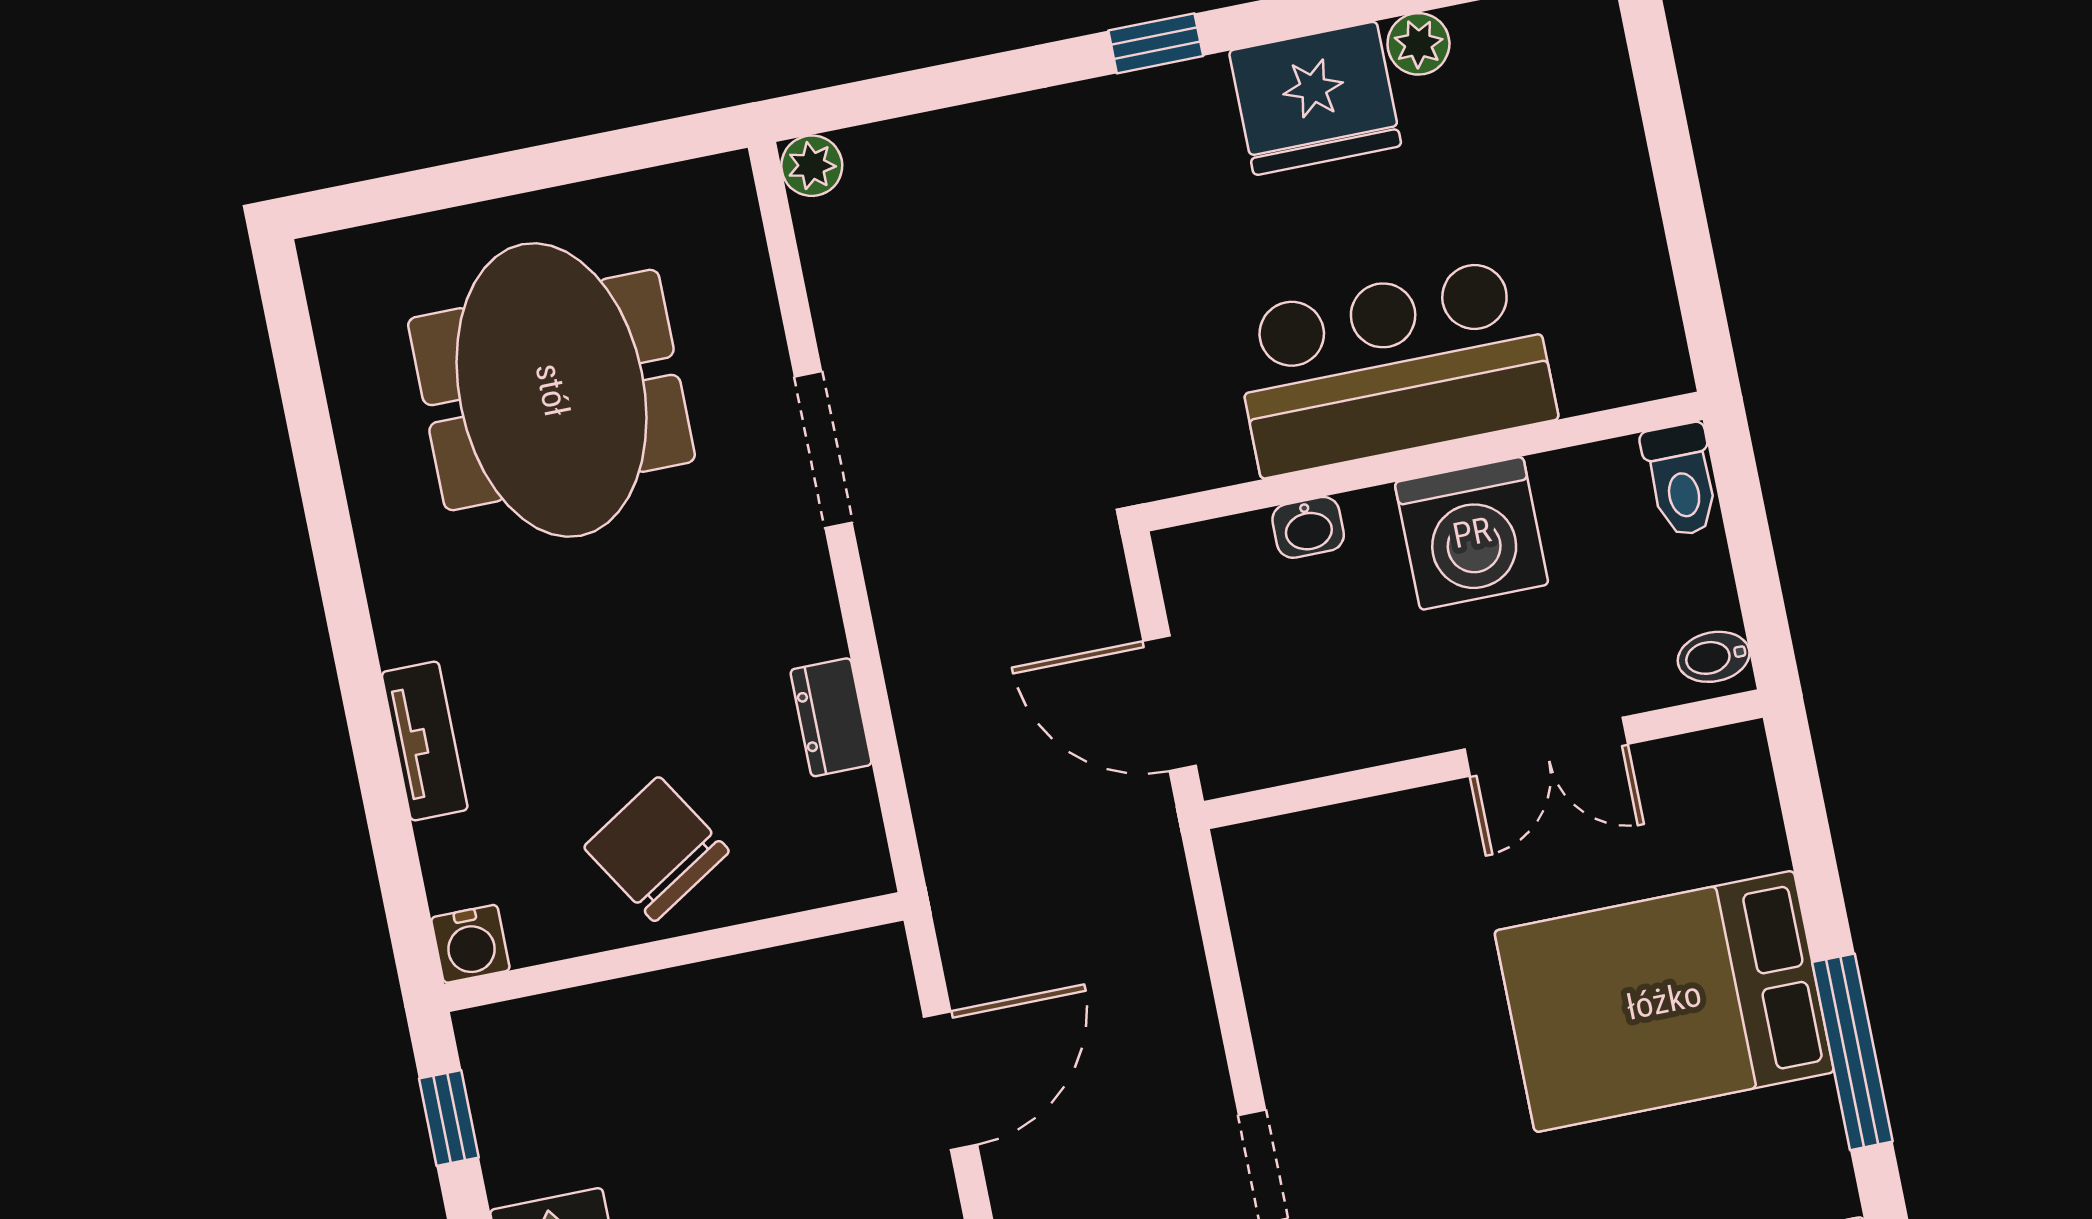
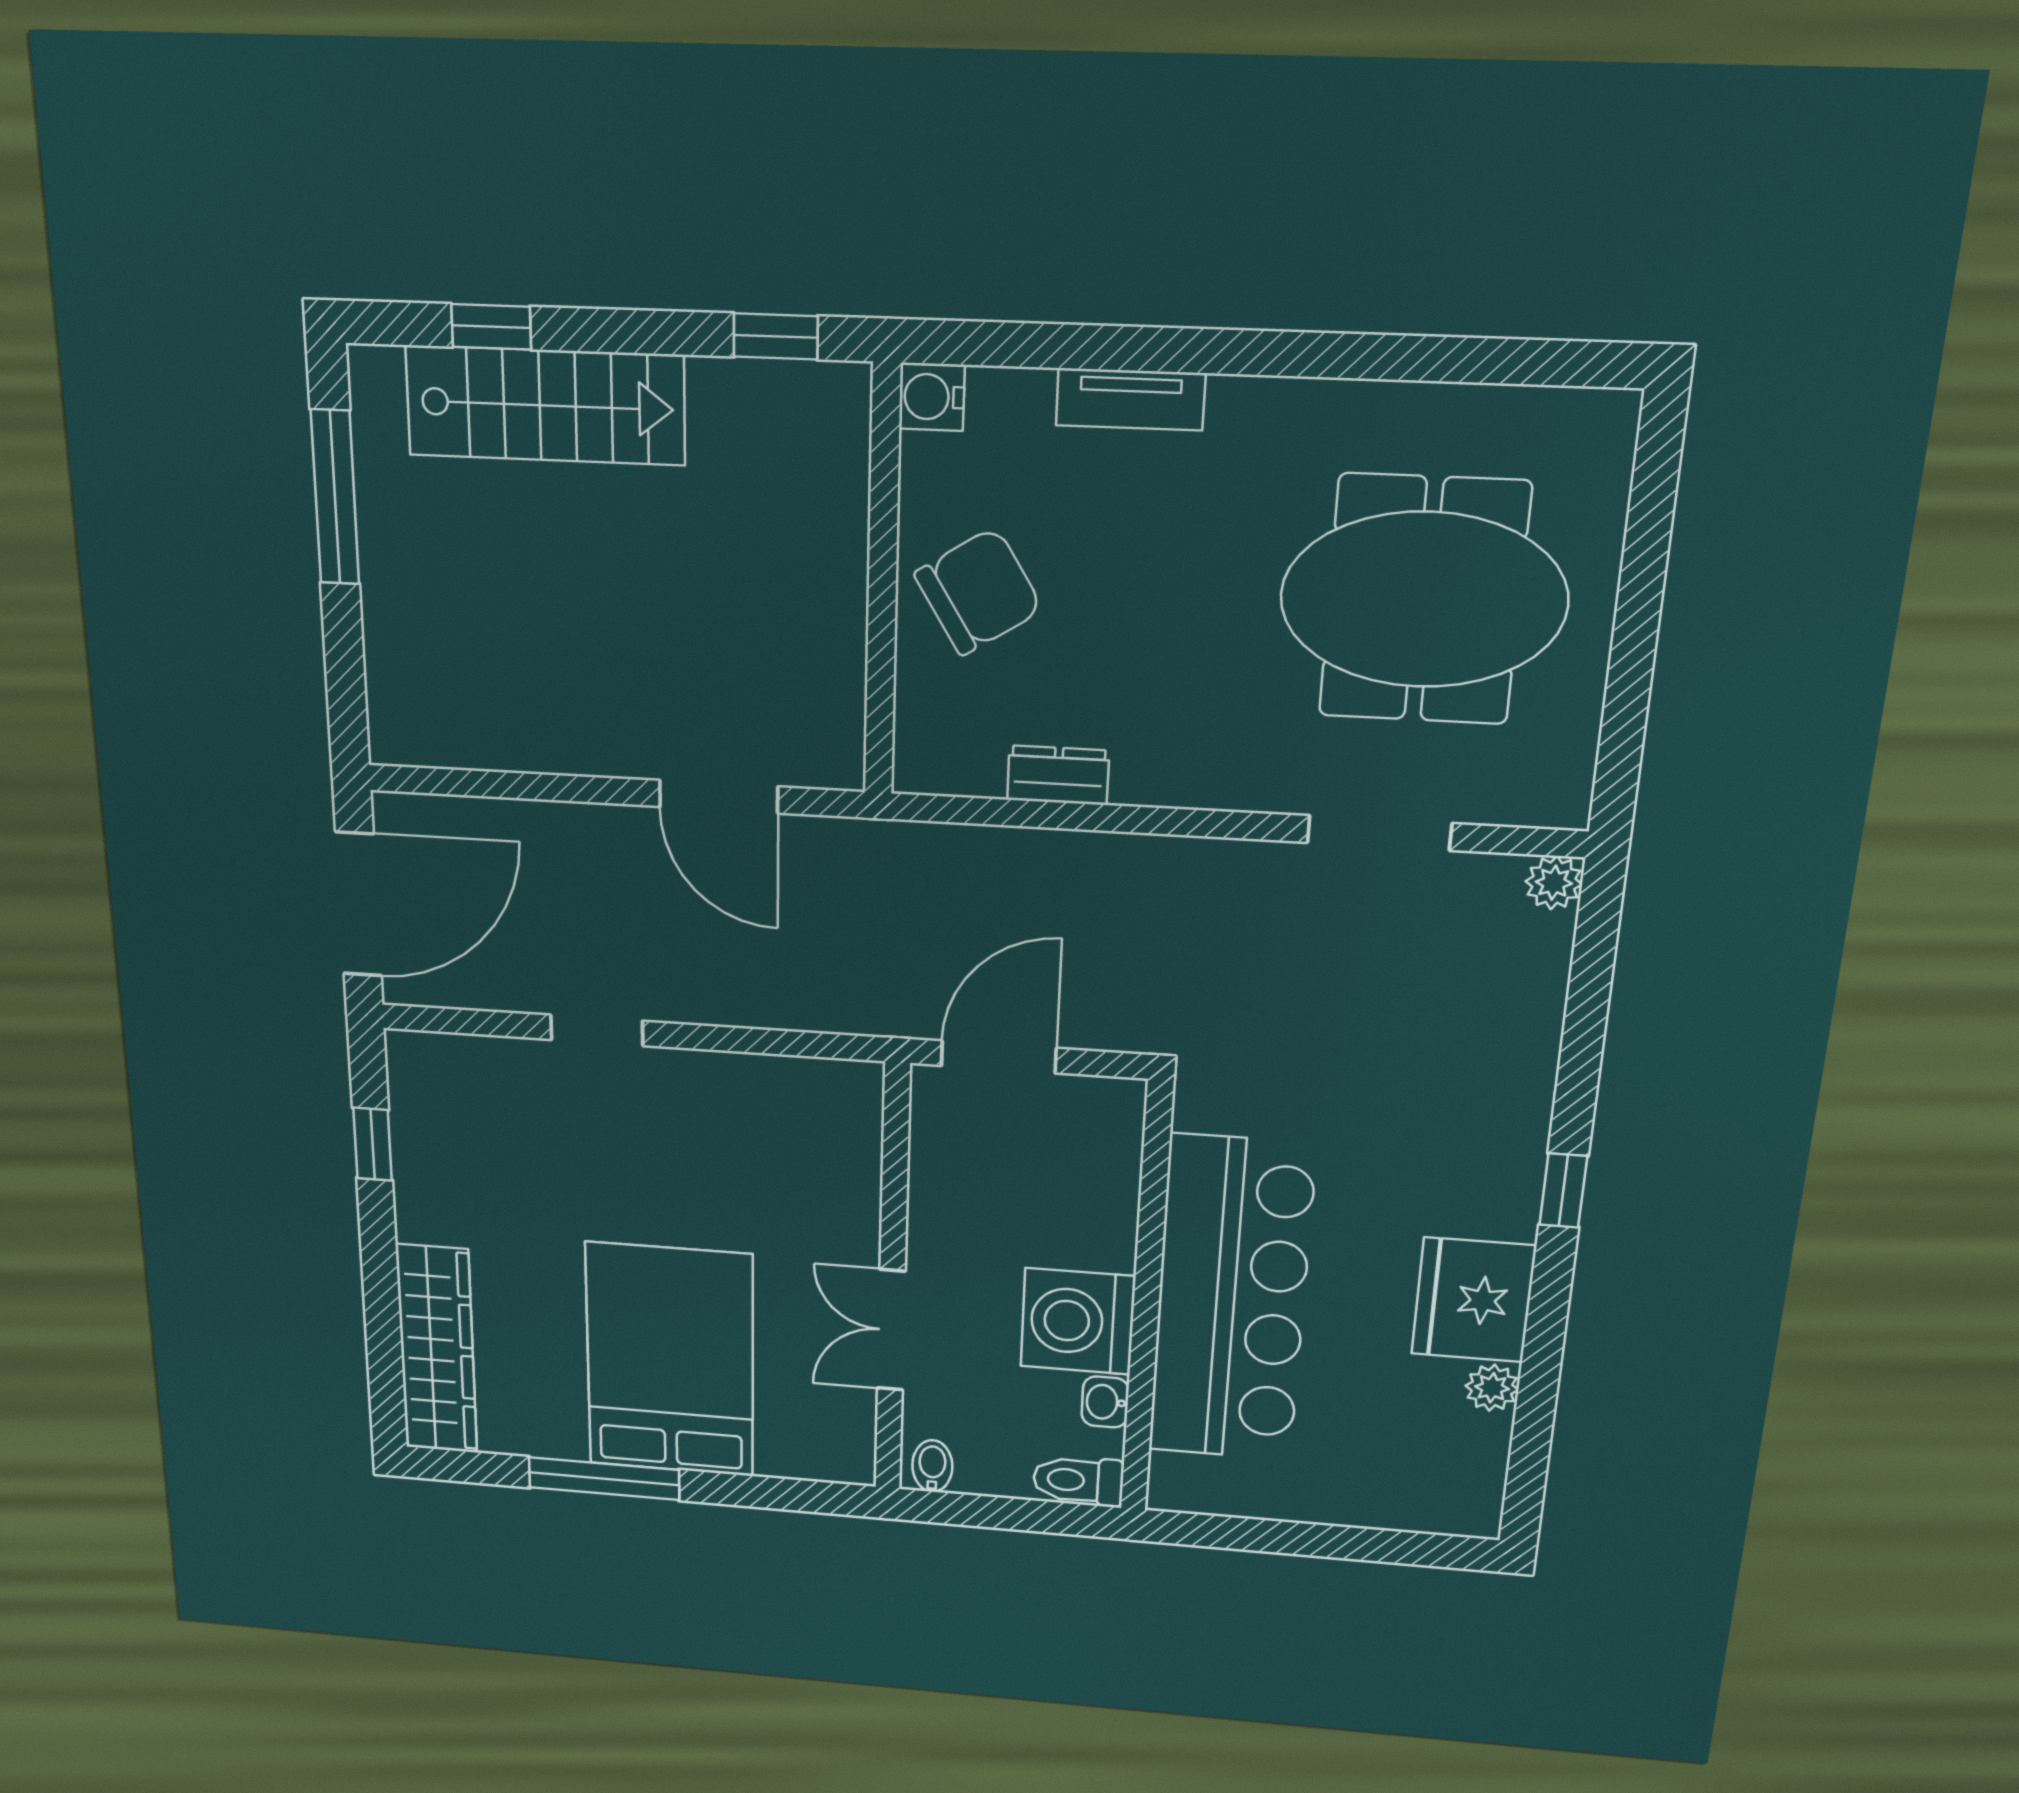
bar counter: (1393, 367) -> (1231, 1300), width x1.36
doorway: (823, 450) -> (1379, 833), moved
washbasin: (1308, 527) -> (1105, 1402), moved

